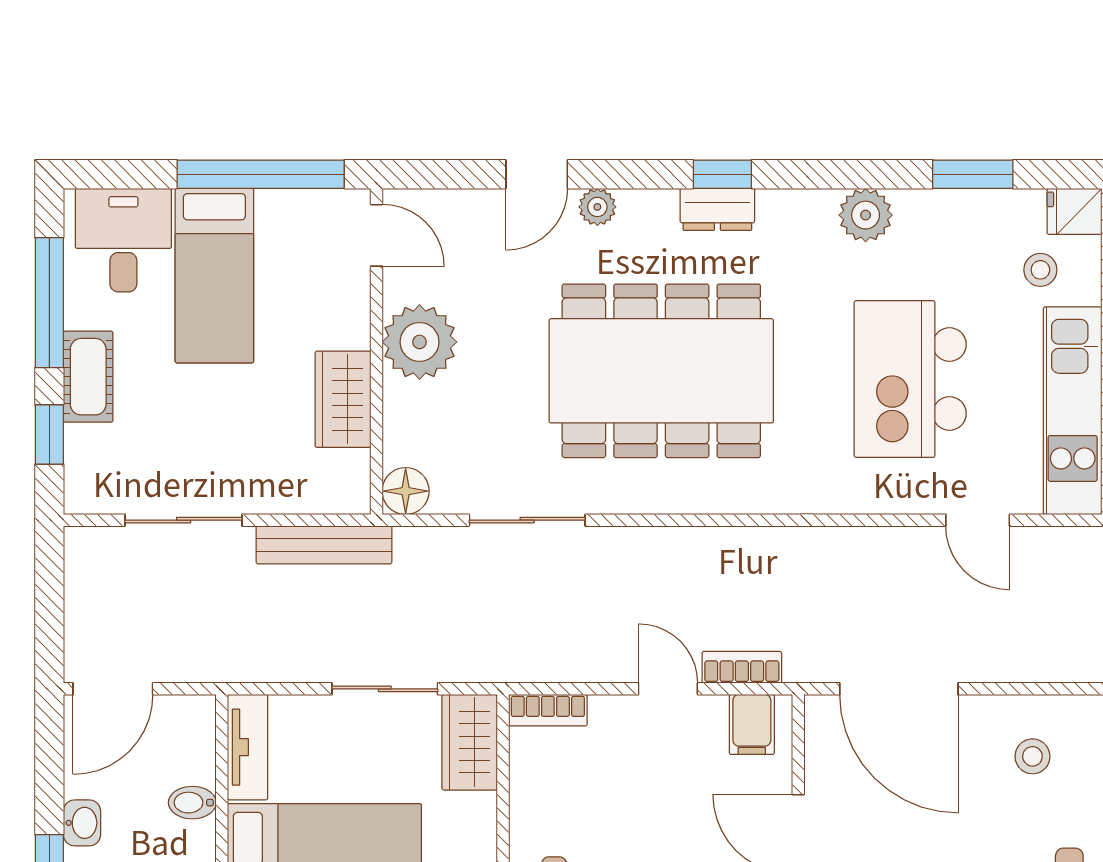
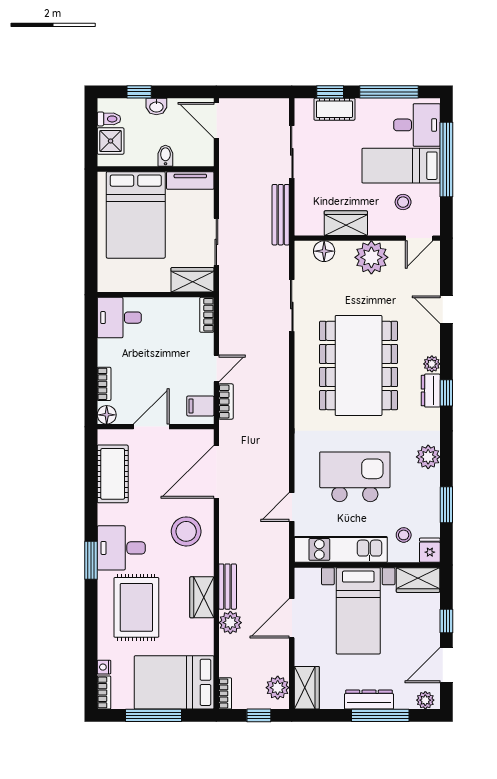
window: (261, 174) -> (446, 160), moved
plant: (597, 207) -> (432, 364), moved
stool: (296, 271) -> (403, 202), added
cot: (88, 377) -> (334, 109), moved
floor lamp: (406, 491) -> (324, 251), moved
stool: (1032, 756) -> (186, 531), width x1.89, depth x1.89

